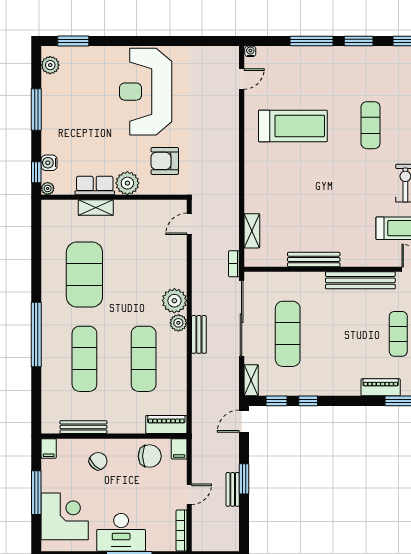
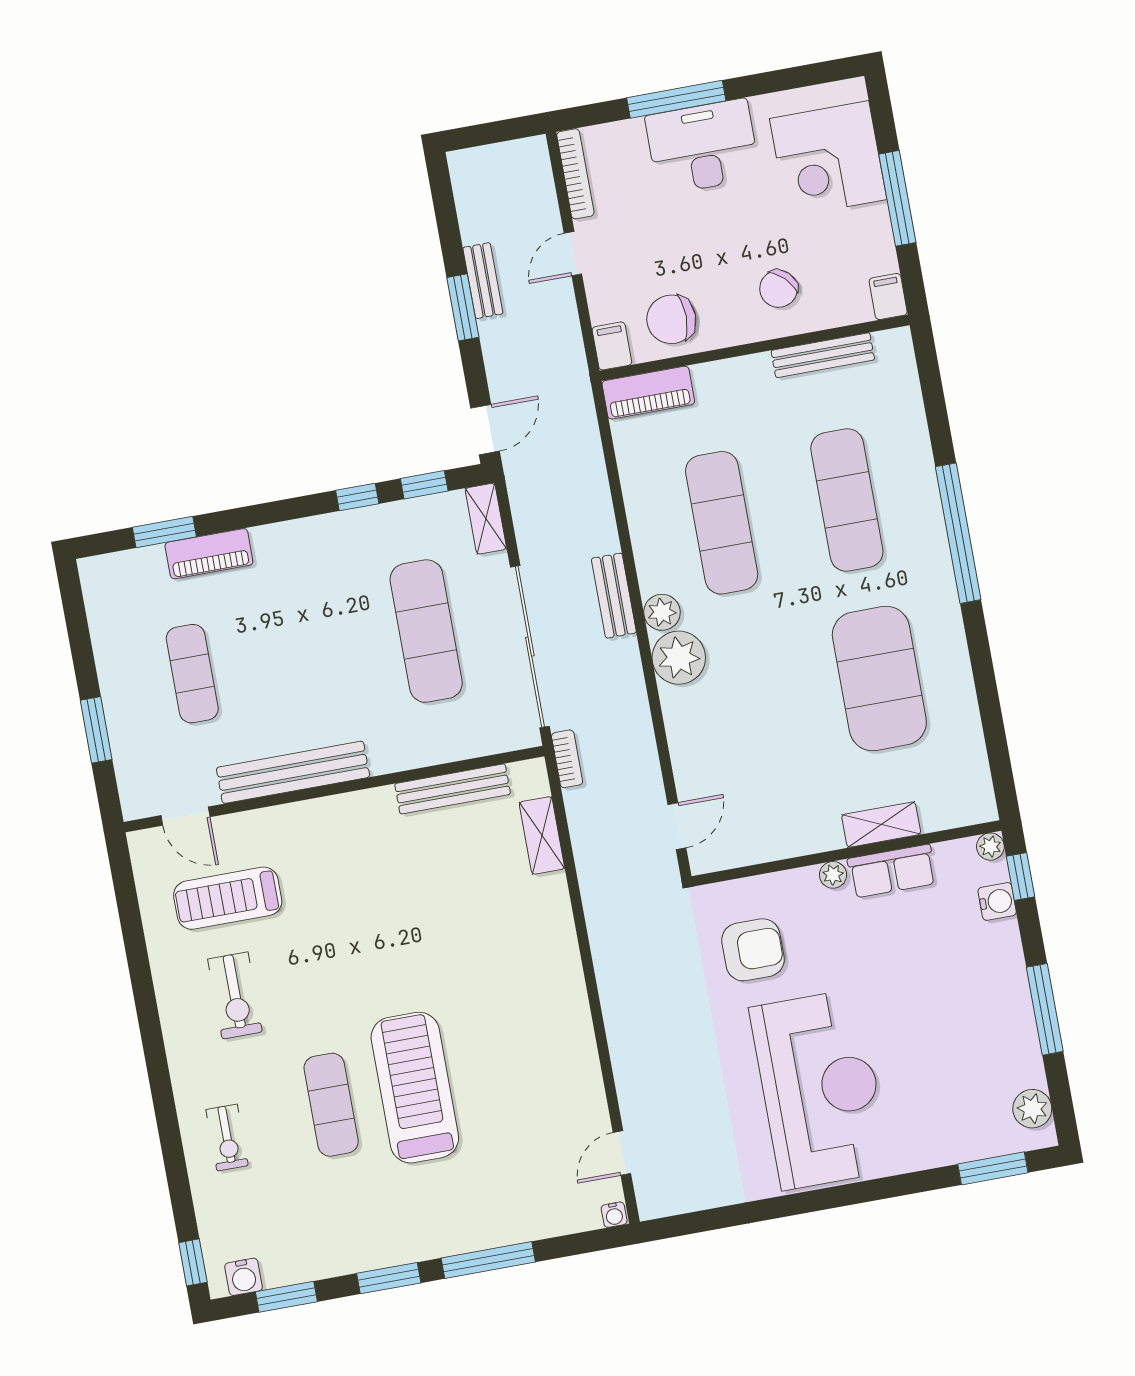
treadmill: (293, 126) -> (415, 1088), moved, turned 90
plant: (127, 183) -> (833, 875), width x0.53, depth x0.53
bench: (314, 259) -> (453, 789), moved

